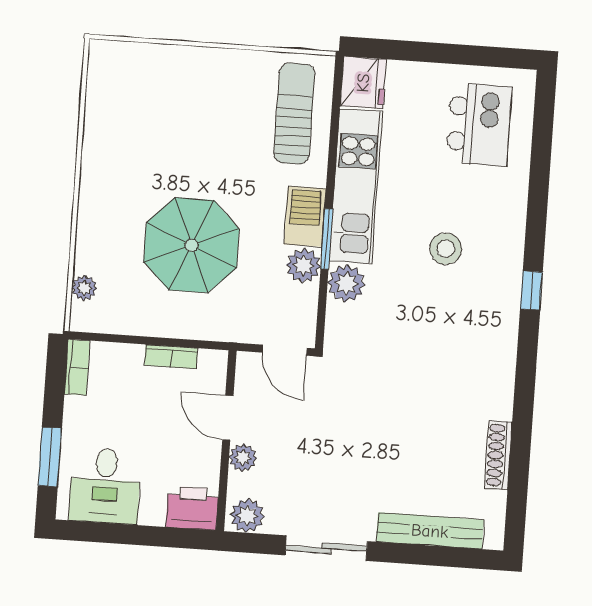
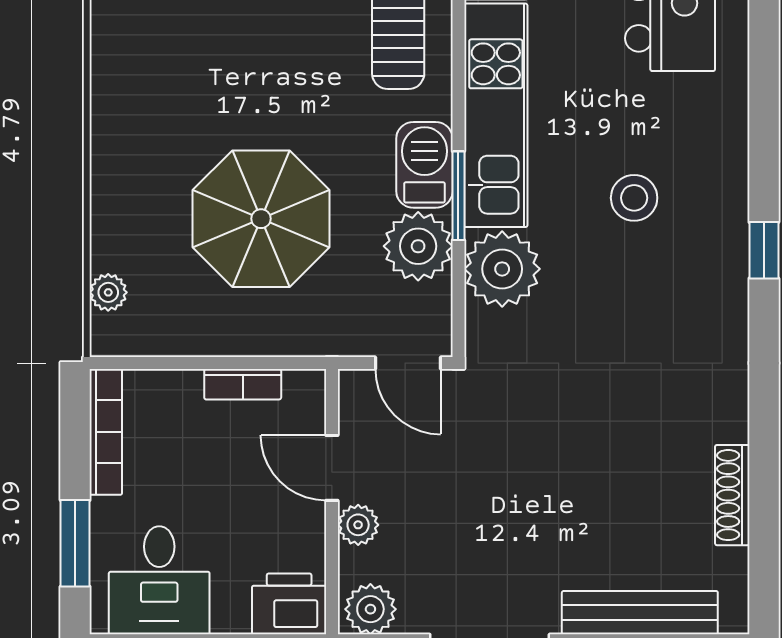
plant: (304, 266) -> (418, 246), width x1.36, depth x1.36
plant: (346, 283) -> (502, 269), width x1.36, depth x1.36
bookcase: (77, 367) -> (106, 432), width x1.56

